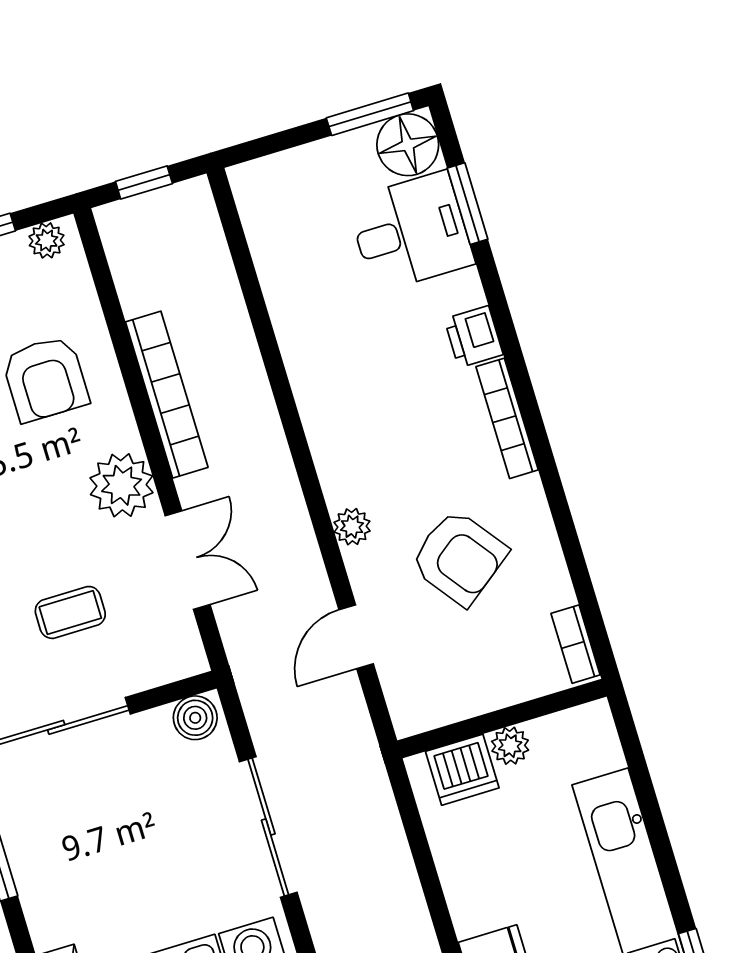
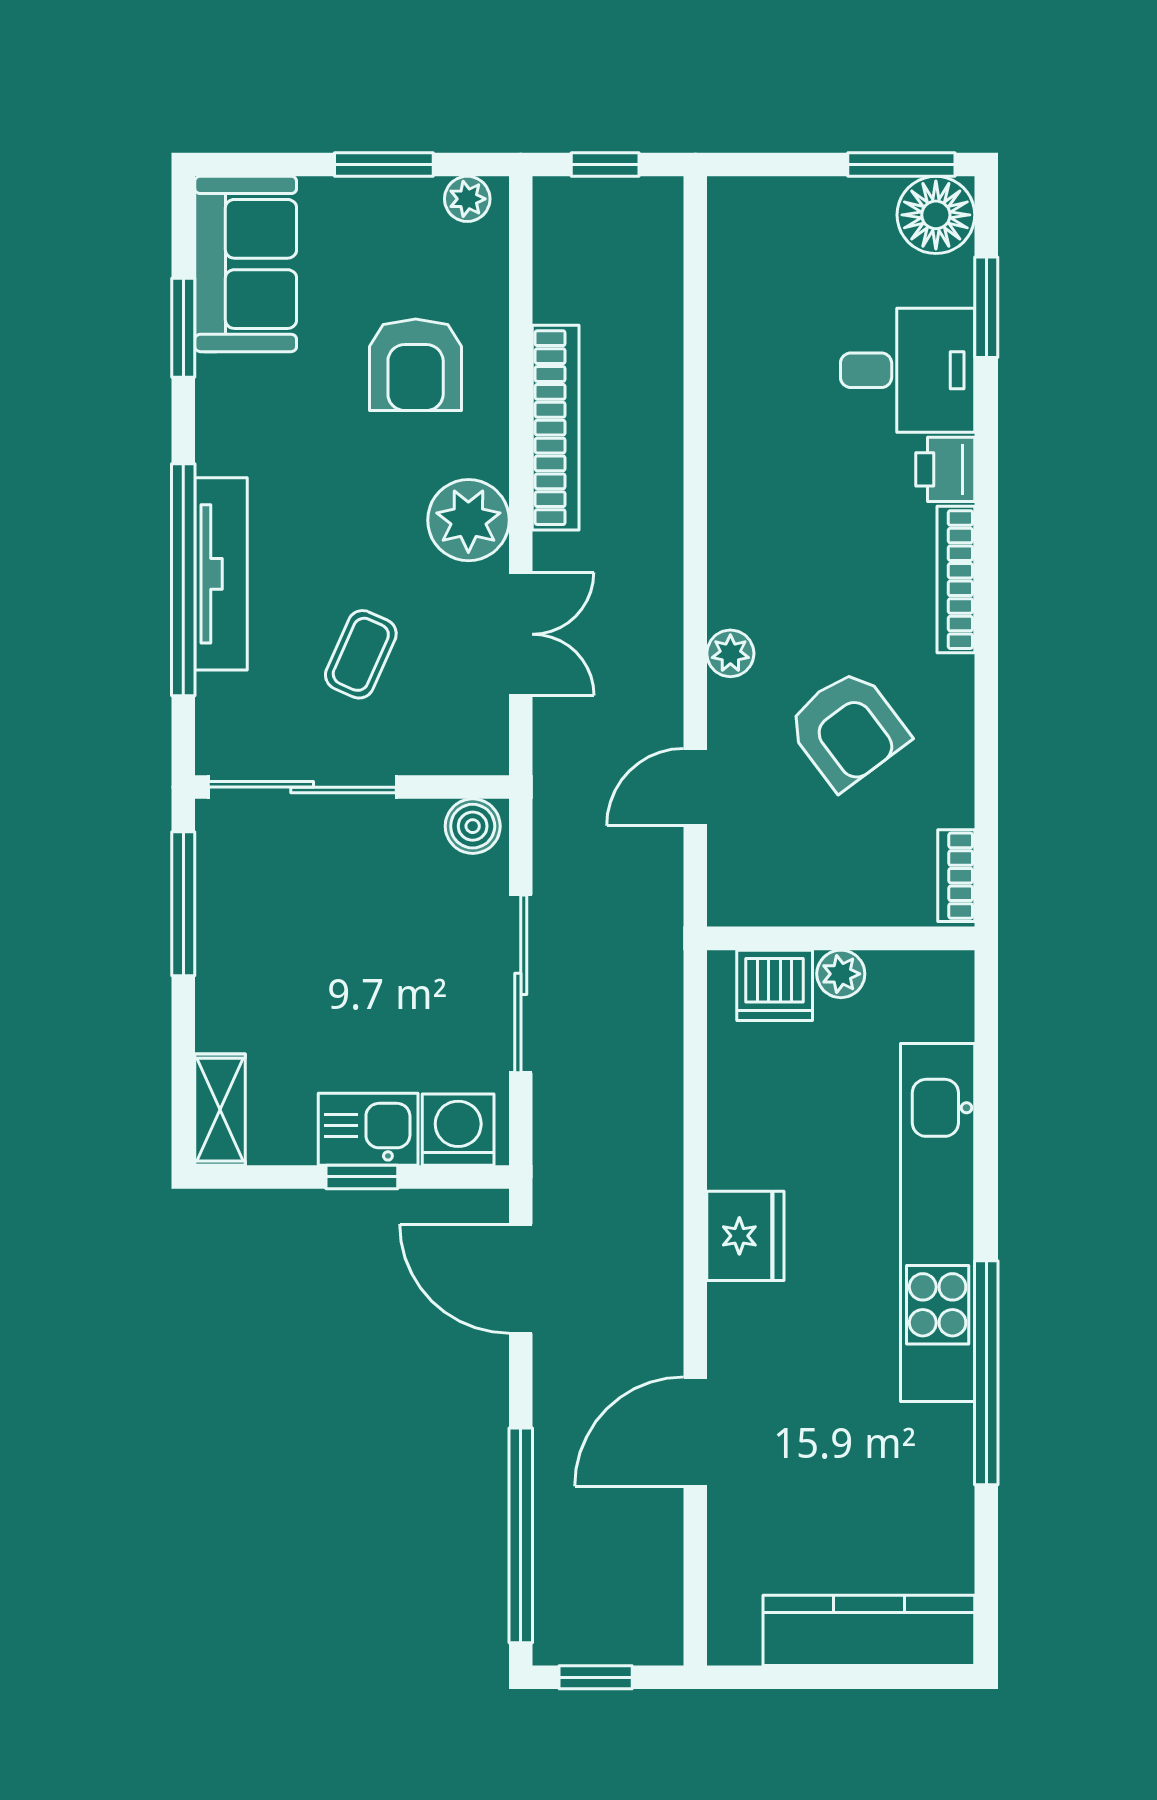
desk: (411, 232) -> (908, 370), moved
coffee table: (70, 612) -> (361, 654), turned -66

